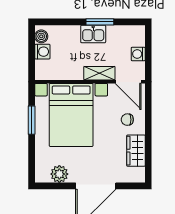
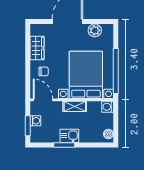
window: (148, 47) -> (28, 126), added
washing machine: (42, 52) -> (108, 107), moved
shelving: (99, 73) -> (75, 106), moved
window: (32, 120) -> (116, 71), width x2.11

